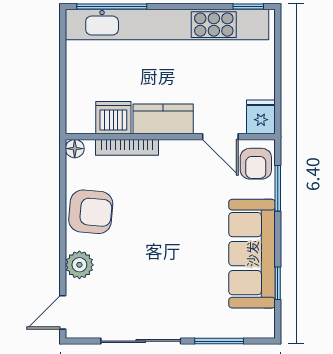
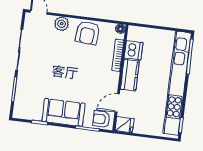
sofa: (252, 254) -> (63, 112), width x0.73

